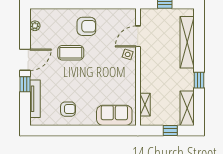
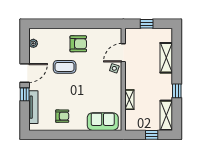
shelving: (187, 42) -> (166, 58), width x0.68
shelving: (145, 105) -> (129, 100), moved

